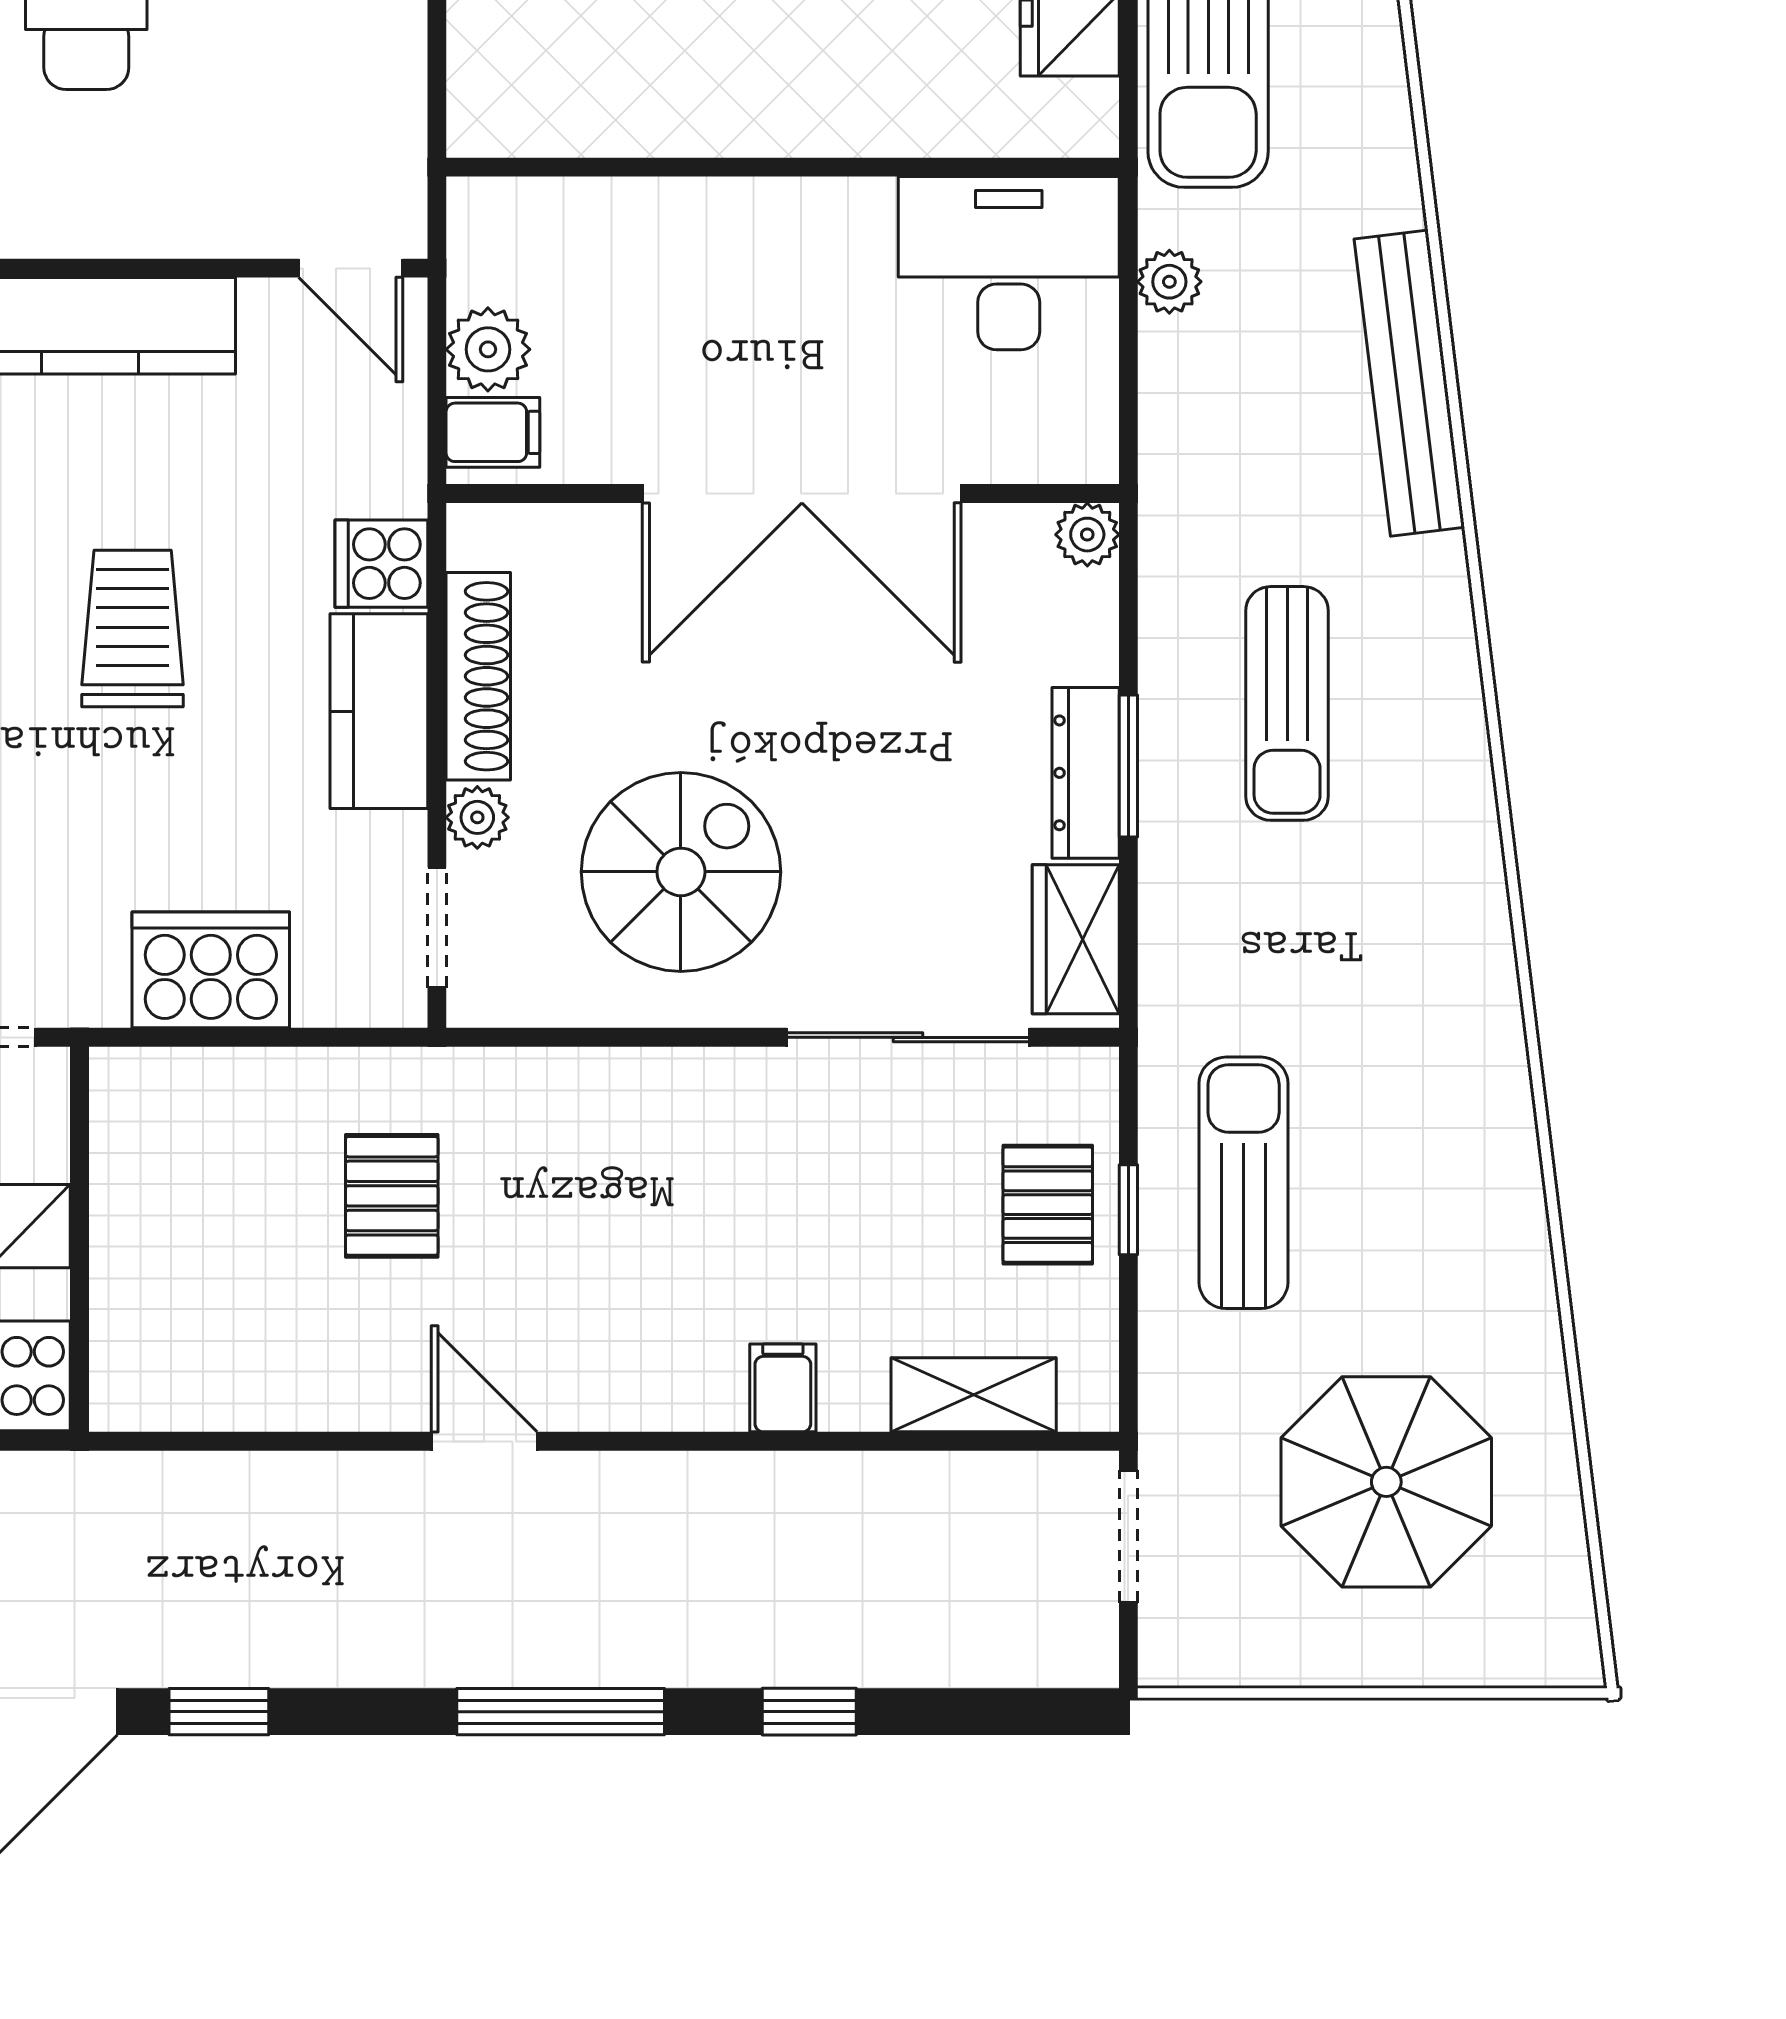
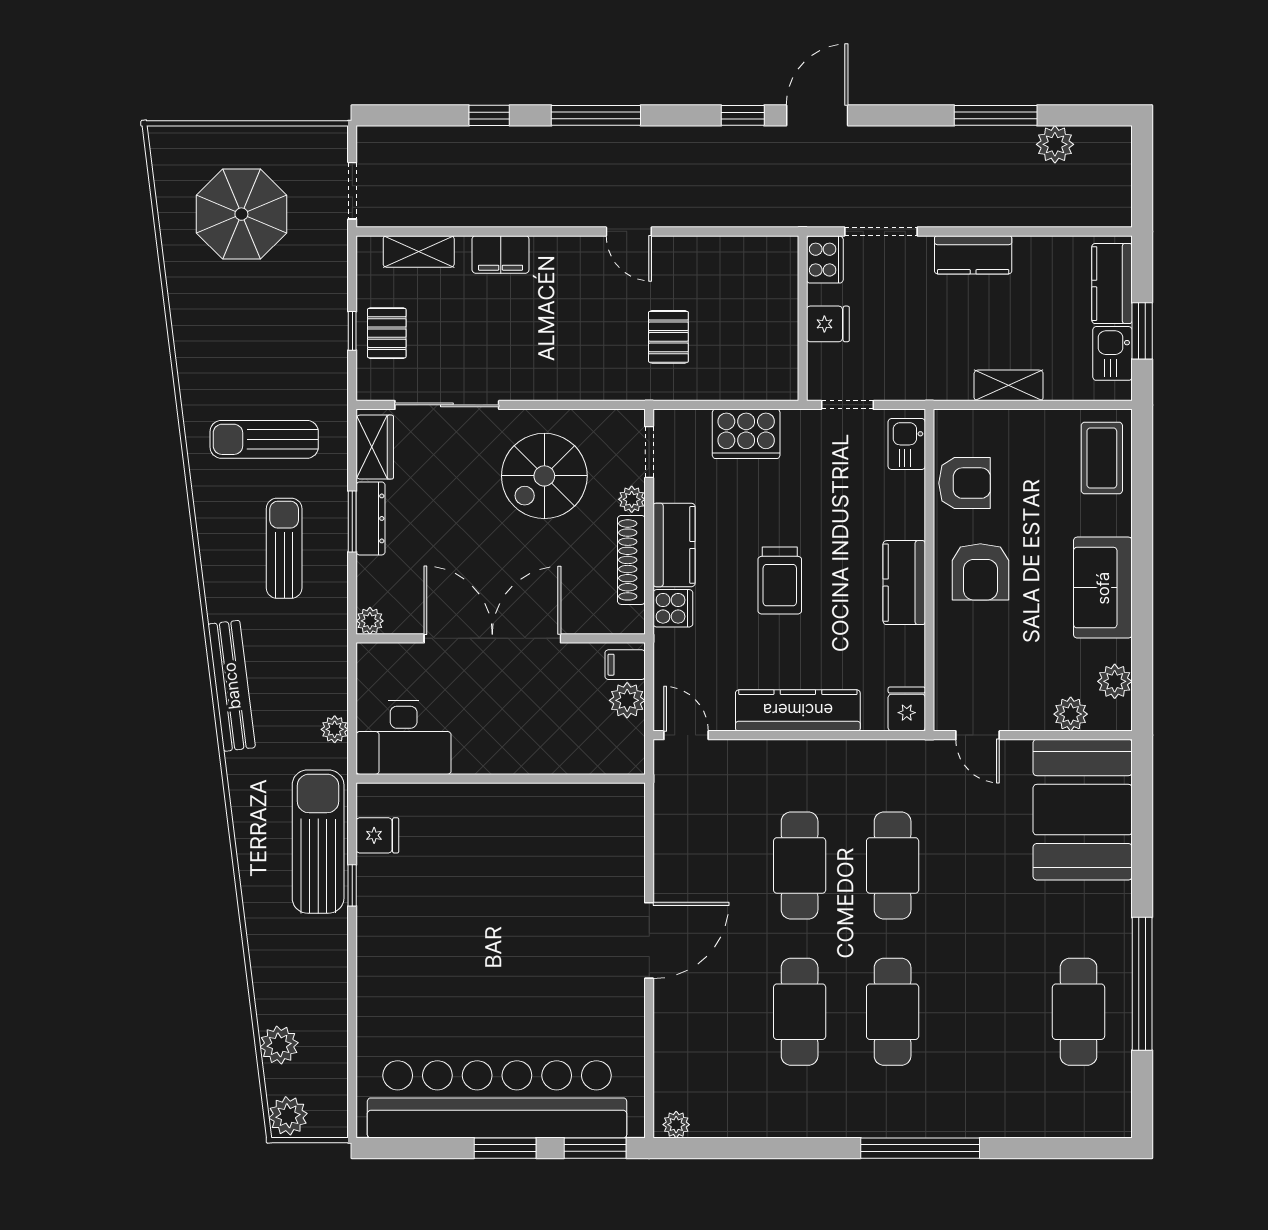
sun lounger: (1244, 1183) -> (264, 439), moved, turned 90
filing cabinet: (783, 1388) -> (501, 254), width x2.00

